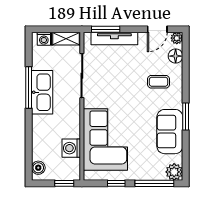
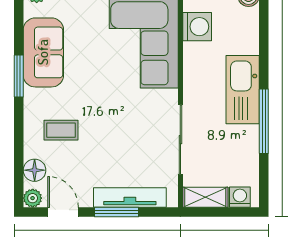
window: (106, 29) -> (116, 212), moved
door: (157, 29) -> (63, 212), hinge flipped
kitchen sink: (42, 92) -> (243, 90), moved

